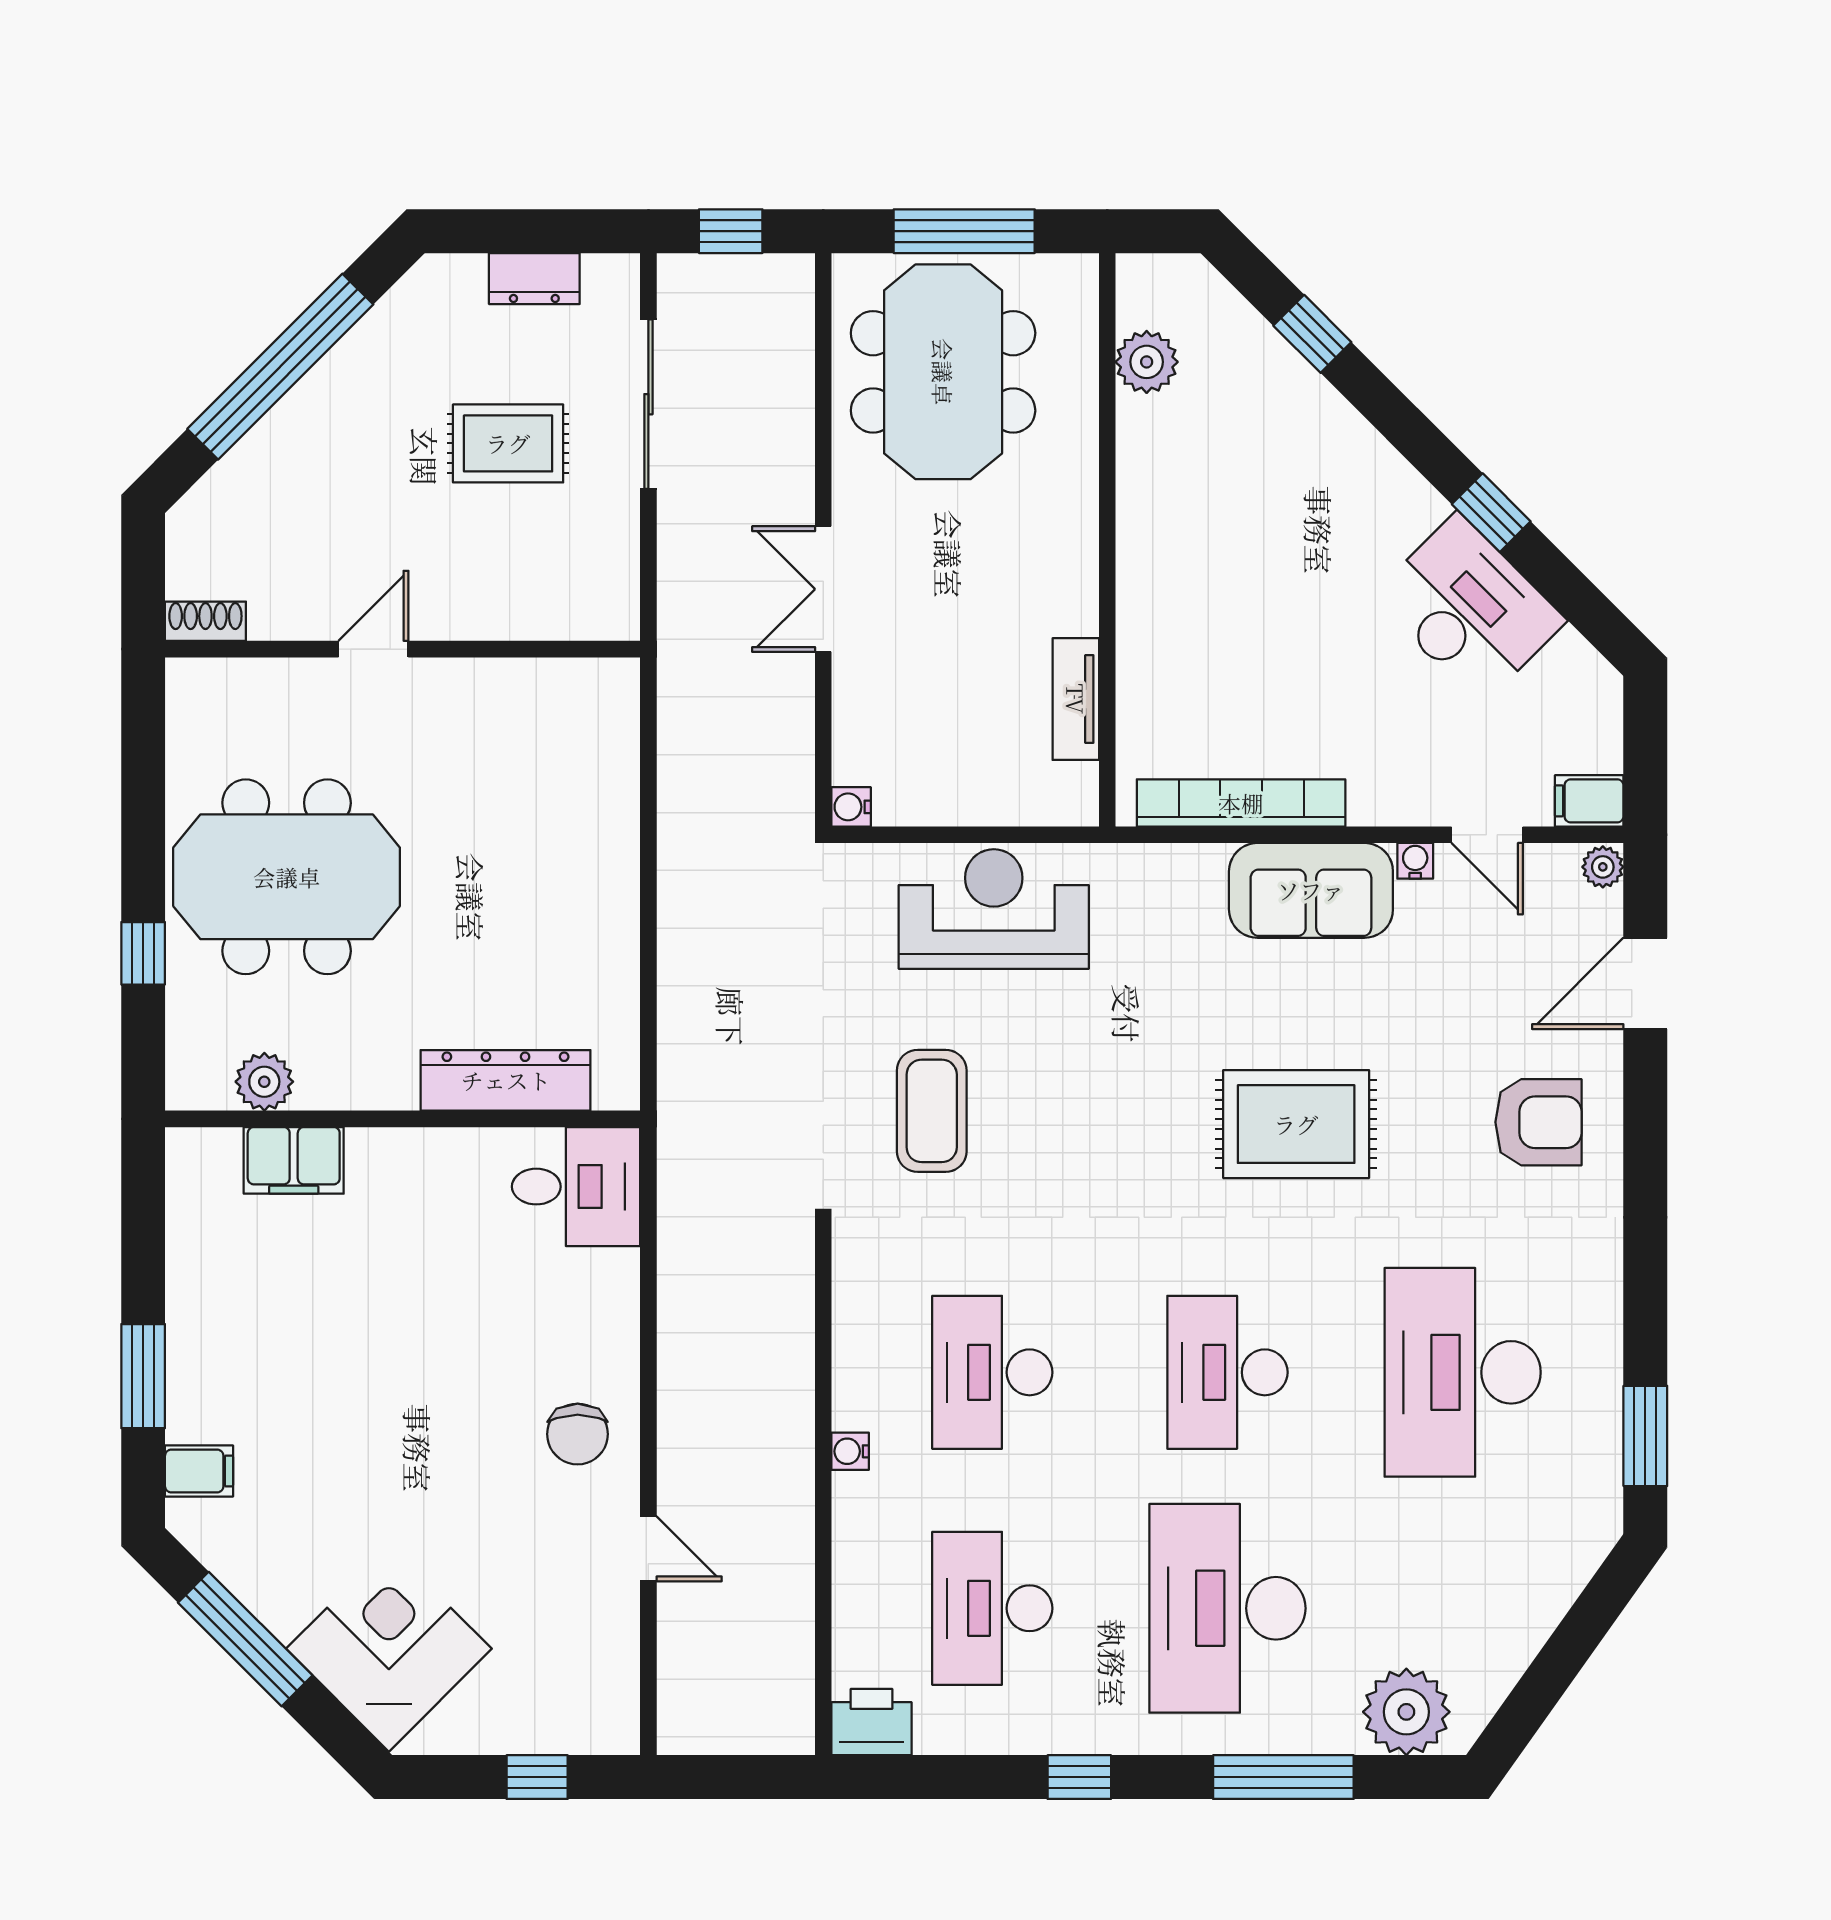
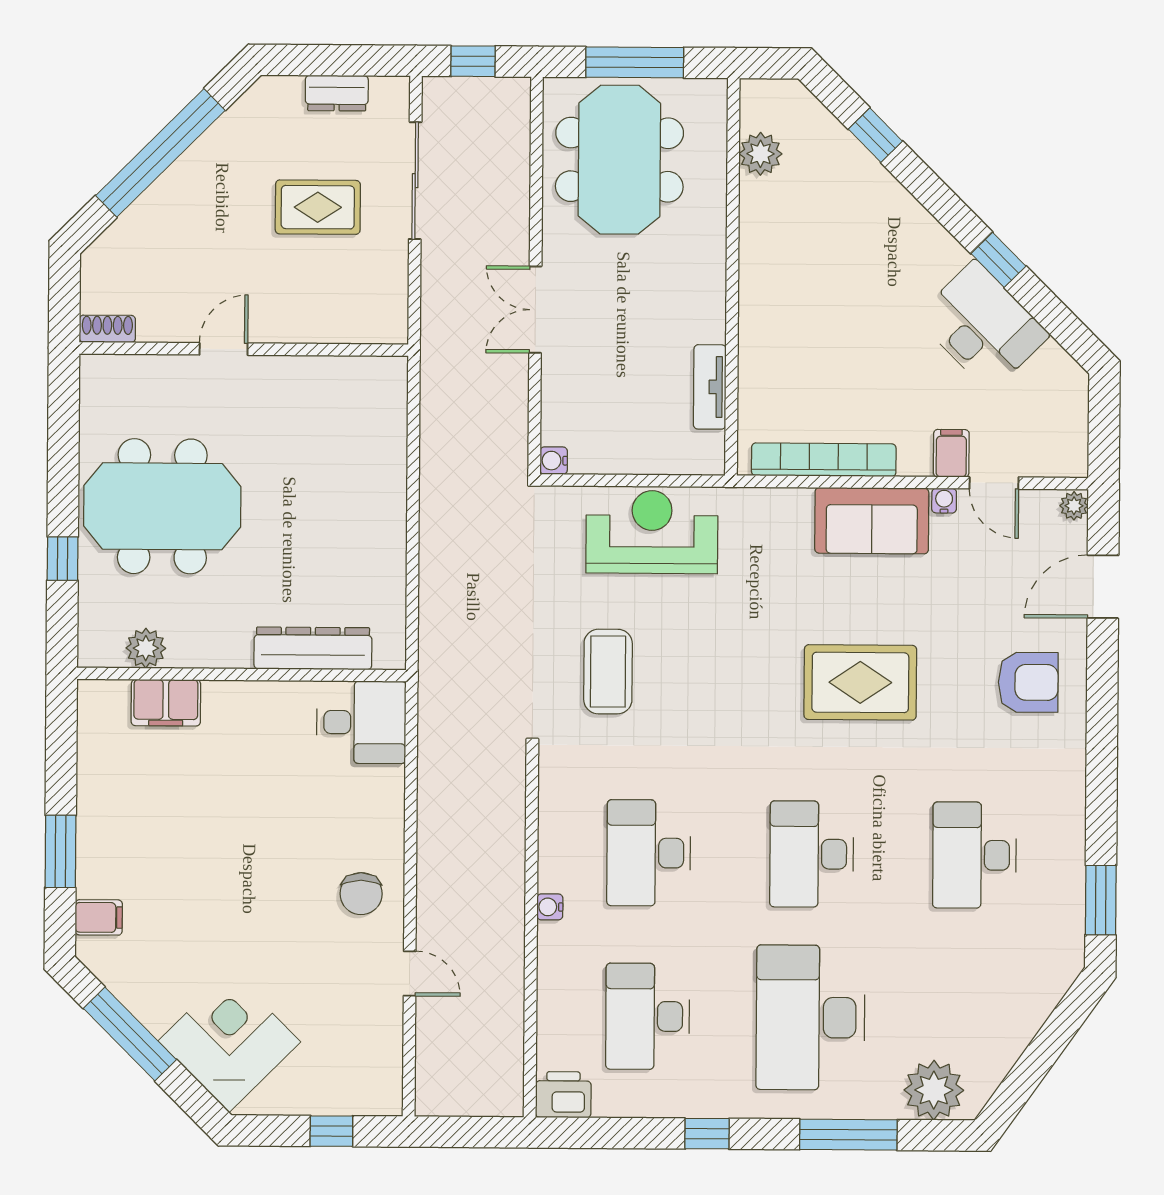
filing cabinet: (1589, 801) -> (951, 453), moved, turned 90
desk: (1463, 1372) -> (974, 855), width x0.73, depth x0.77

